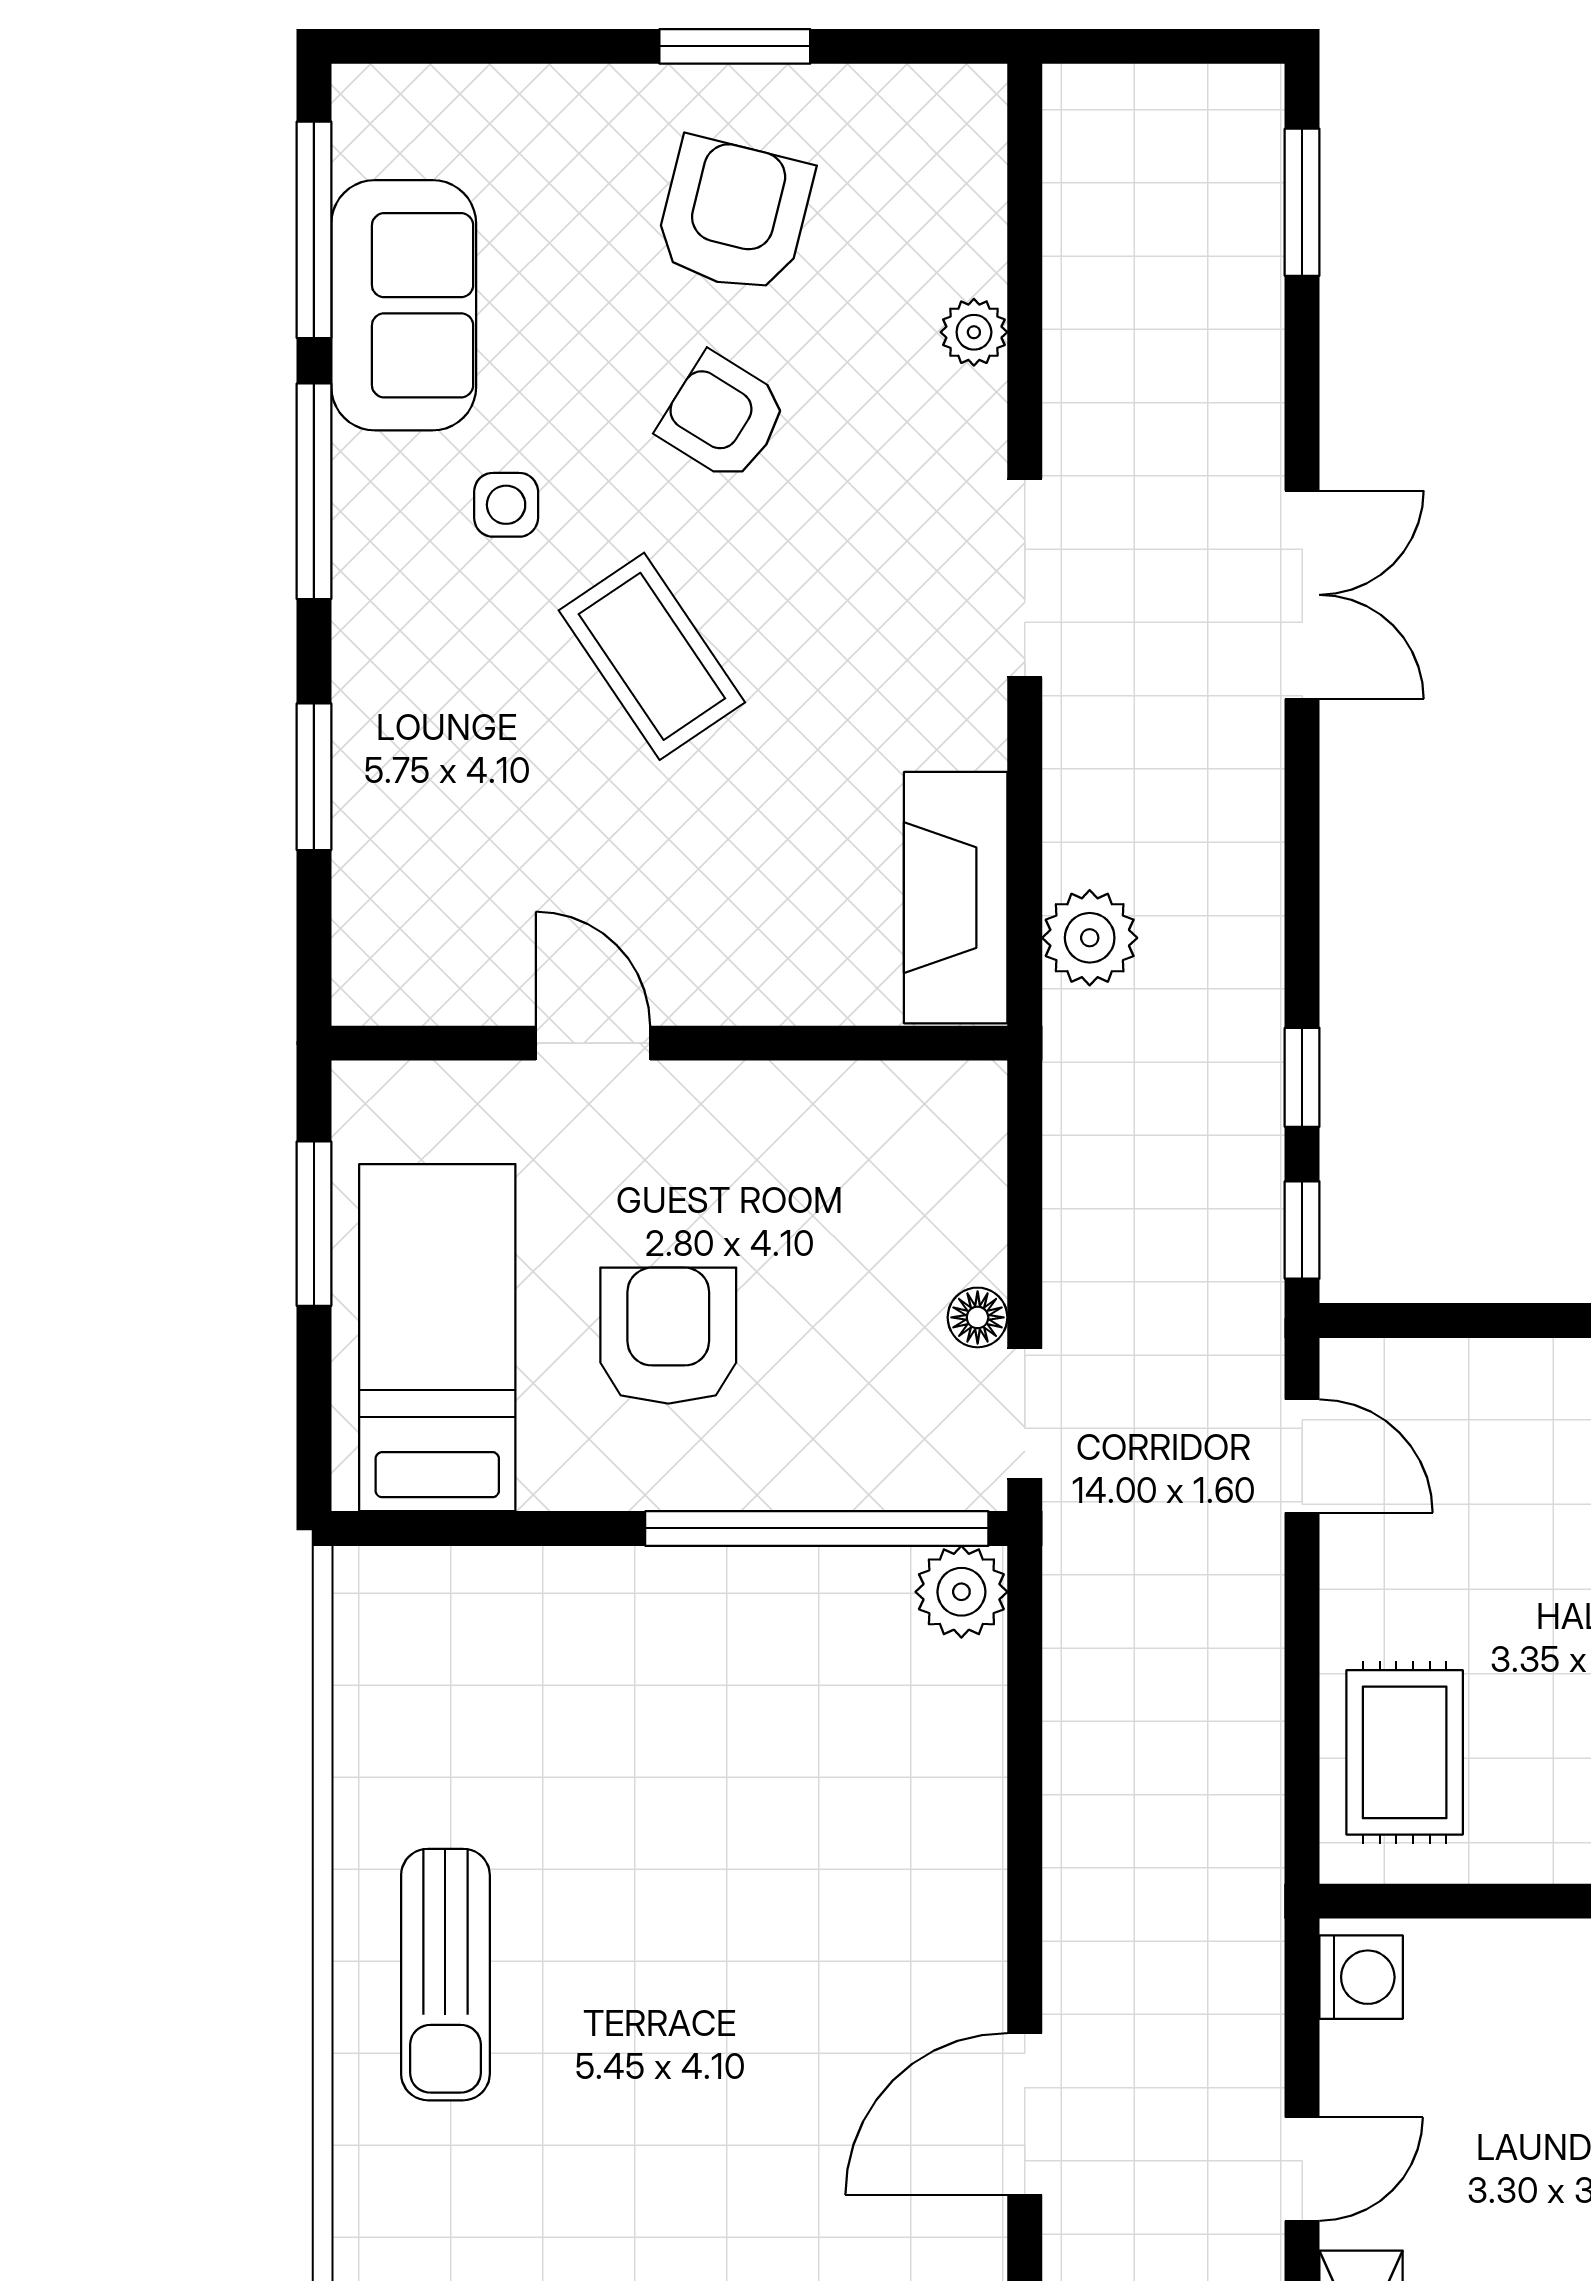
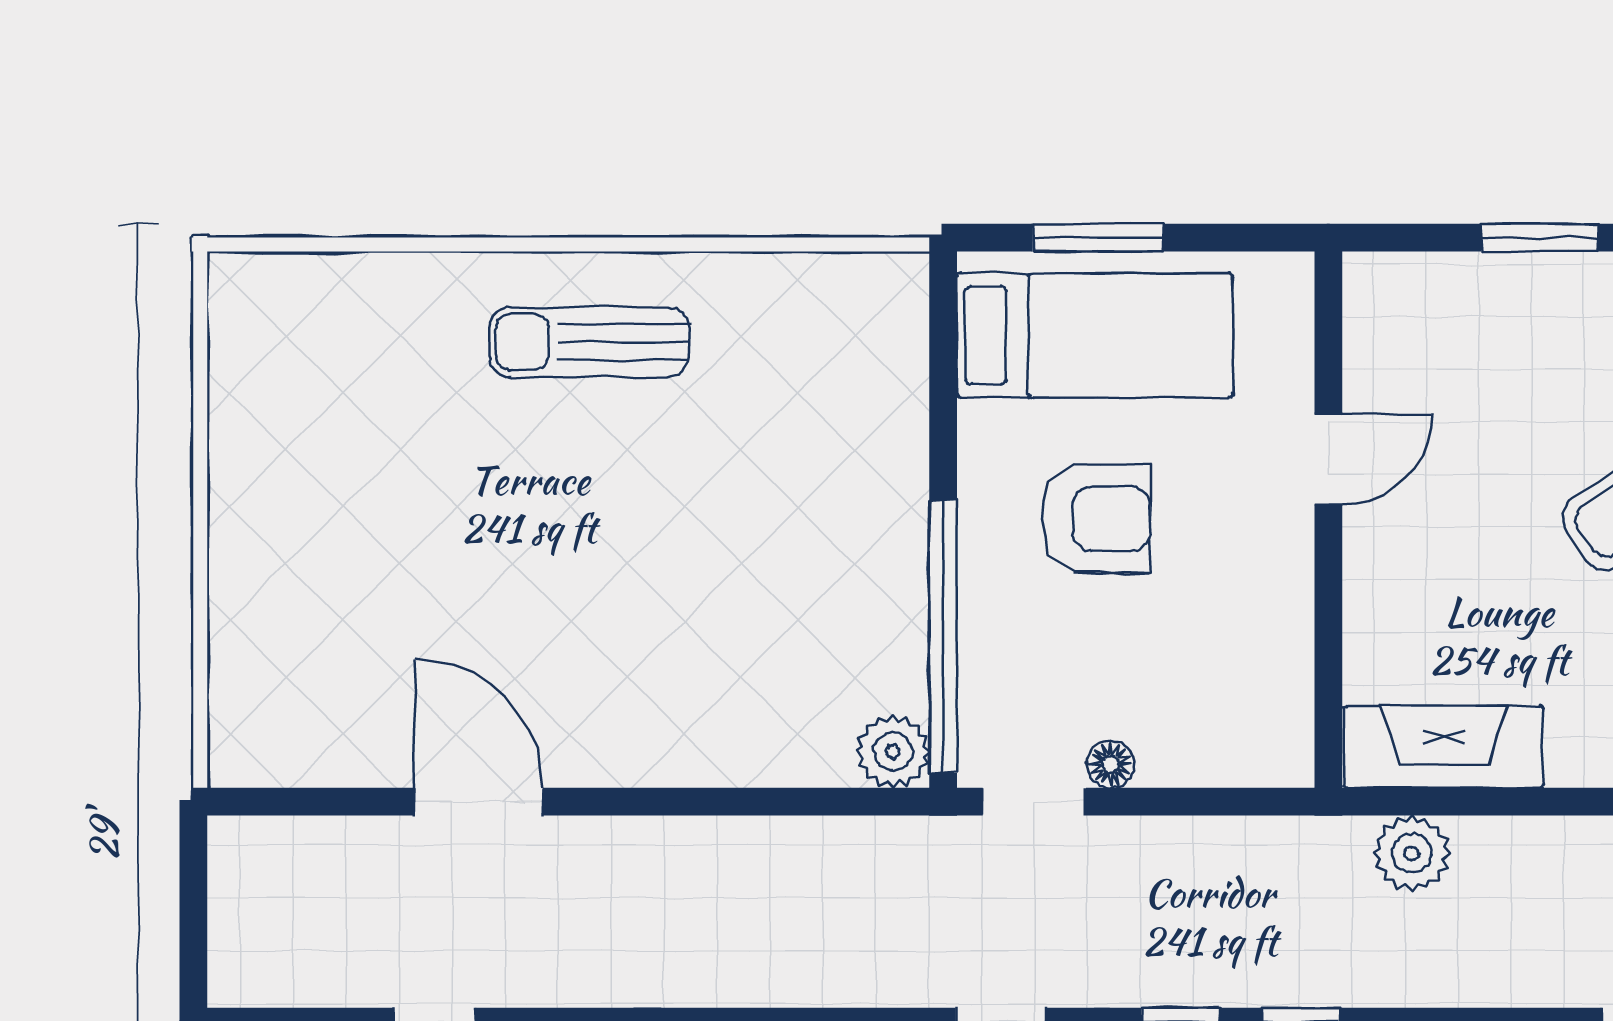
window: (314, 1224) -> (1098, 238), moved

